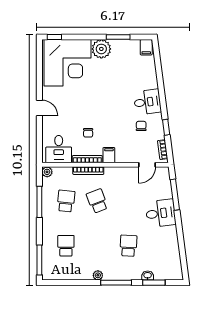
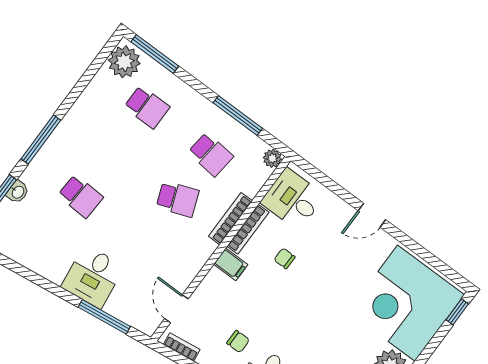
plant: (98, 275) -> (124, 62), moved, width x1.88, depth x1.88

